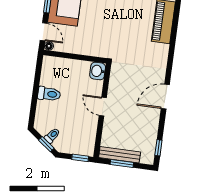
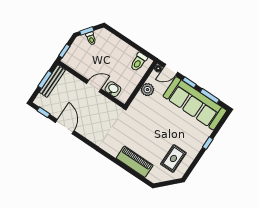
plant: (78, 46) -> (147, 90), added
washbasin: (98, 71) -> (113, 89), moved
toilet: (49, 94) -> (139, 62), moved
door: (165, 97) -> (65, 127), moved

